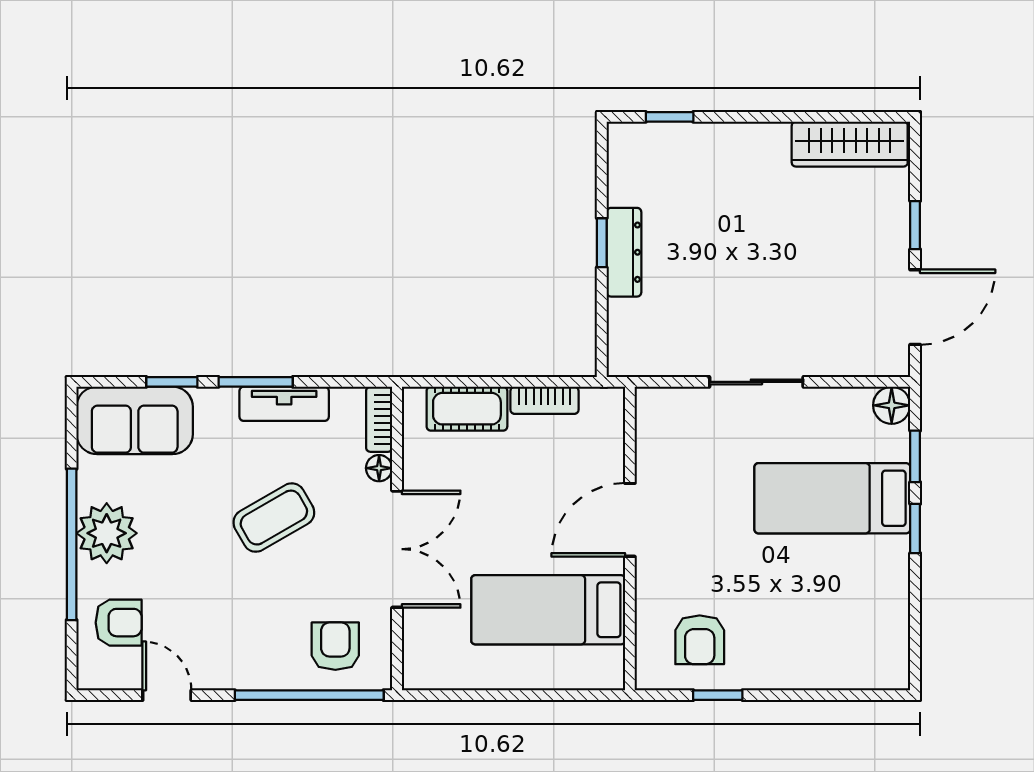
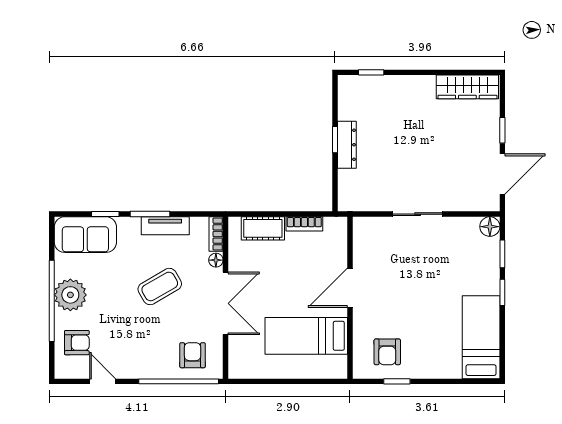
bed: (832, 498) -> (481, 337), moved, turned 90

